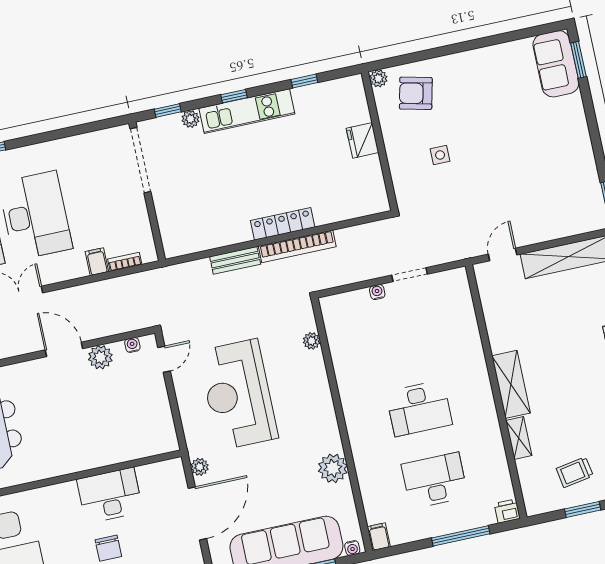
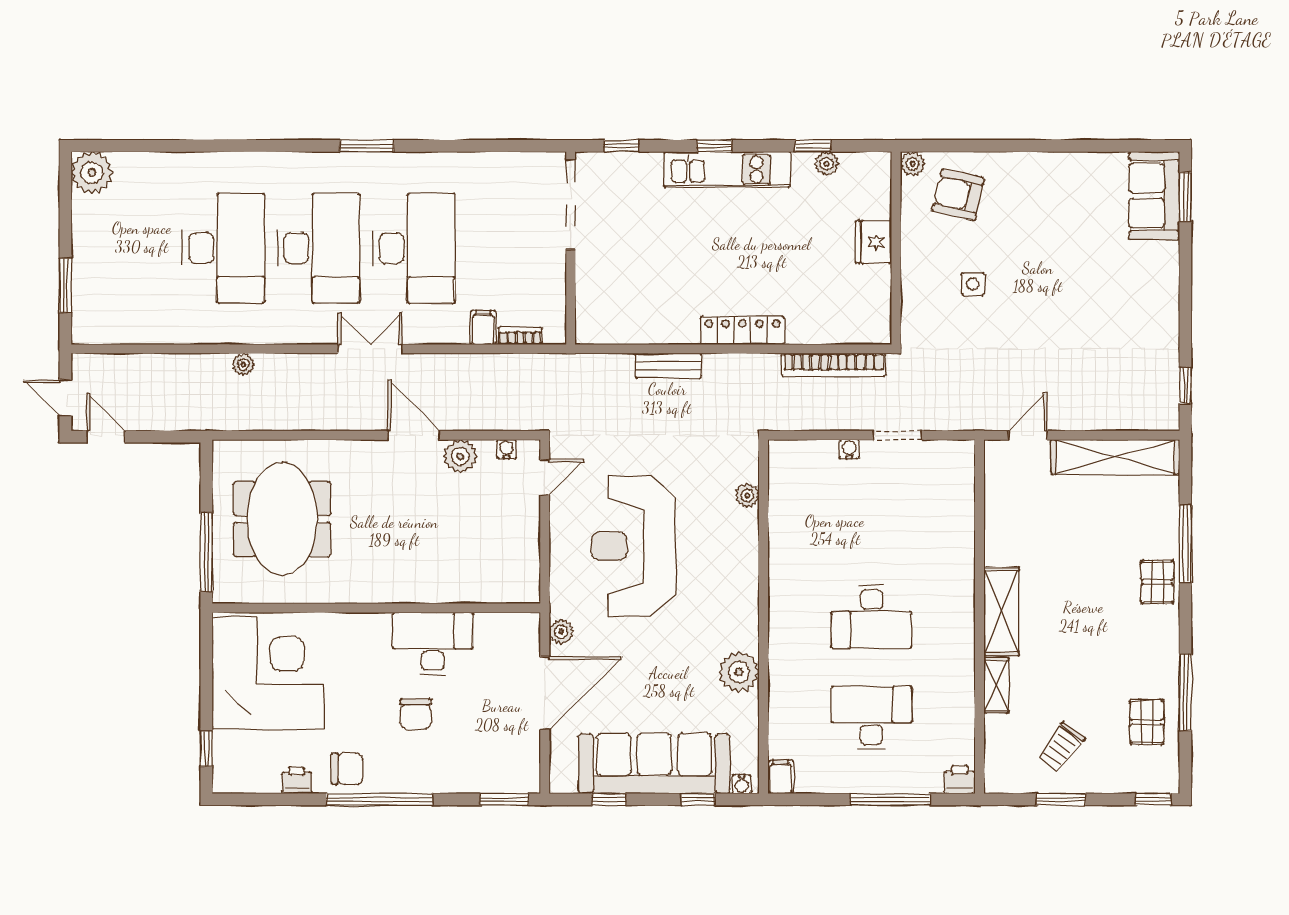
plant: (191, 119) -> (827, 164), moved
bookcase: (297, 246) -> (834, 365), moved
trolley: (575, 472) -> (1061, 747), turned -43

